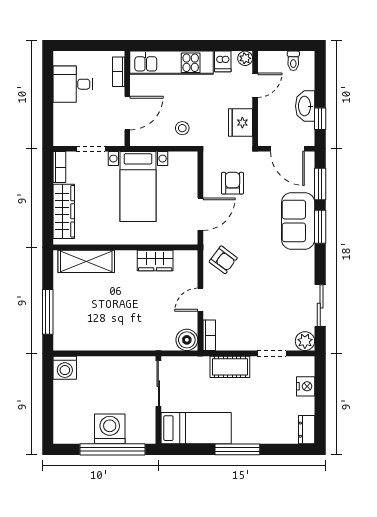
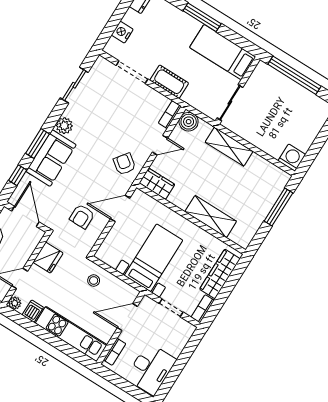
desk: (73, 84) -> (151, 369), width x1.37
window: (320, 184) -> (18, 175), width x0.67
shelving: (86, 261) -> (211, 216), moved
wardrobe: (155, 261) -> (157, 184), moved
shelving: (132, 340) -> (229, 147), added
plant: (305, 341) -> (64, 126), moved
doorway: (272, 353) -> (132, 72), width x1.38
washing machine: (110, 429) -> (287, 92), removed

